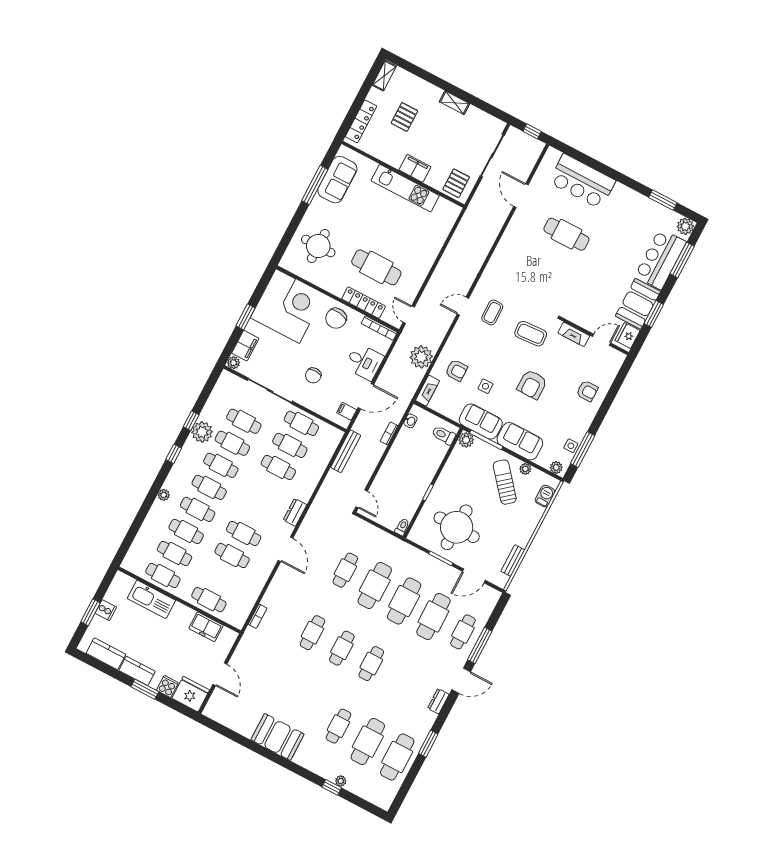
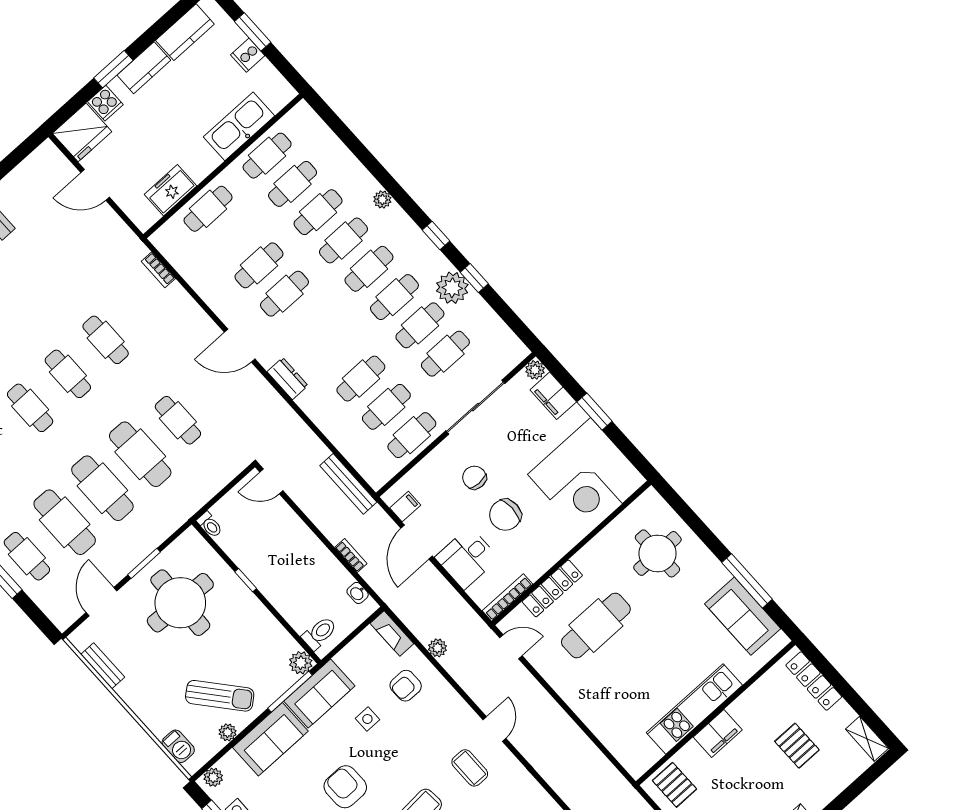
chair: (336, 318) -> (505, 515), moved, turned -98
plant: (421, 357) -> (438, 648), width x0.53, depth x0.53

